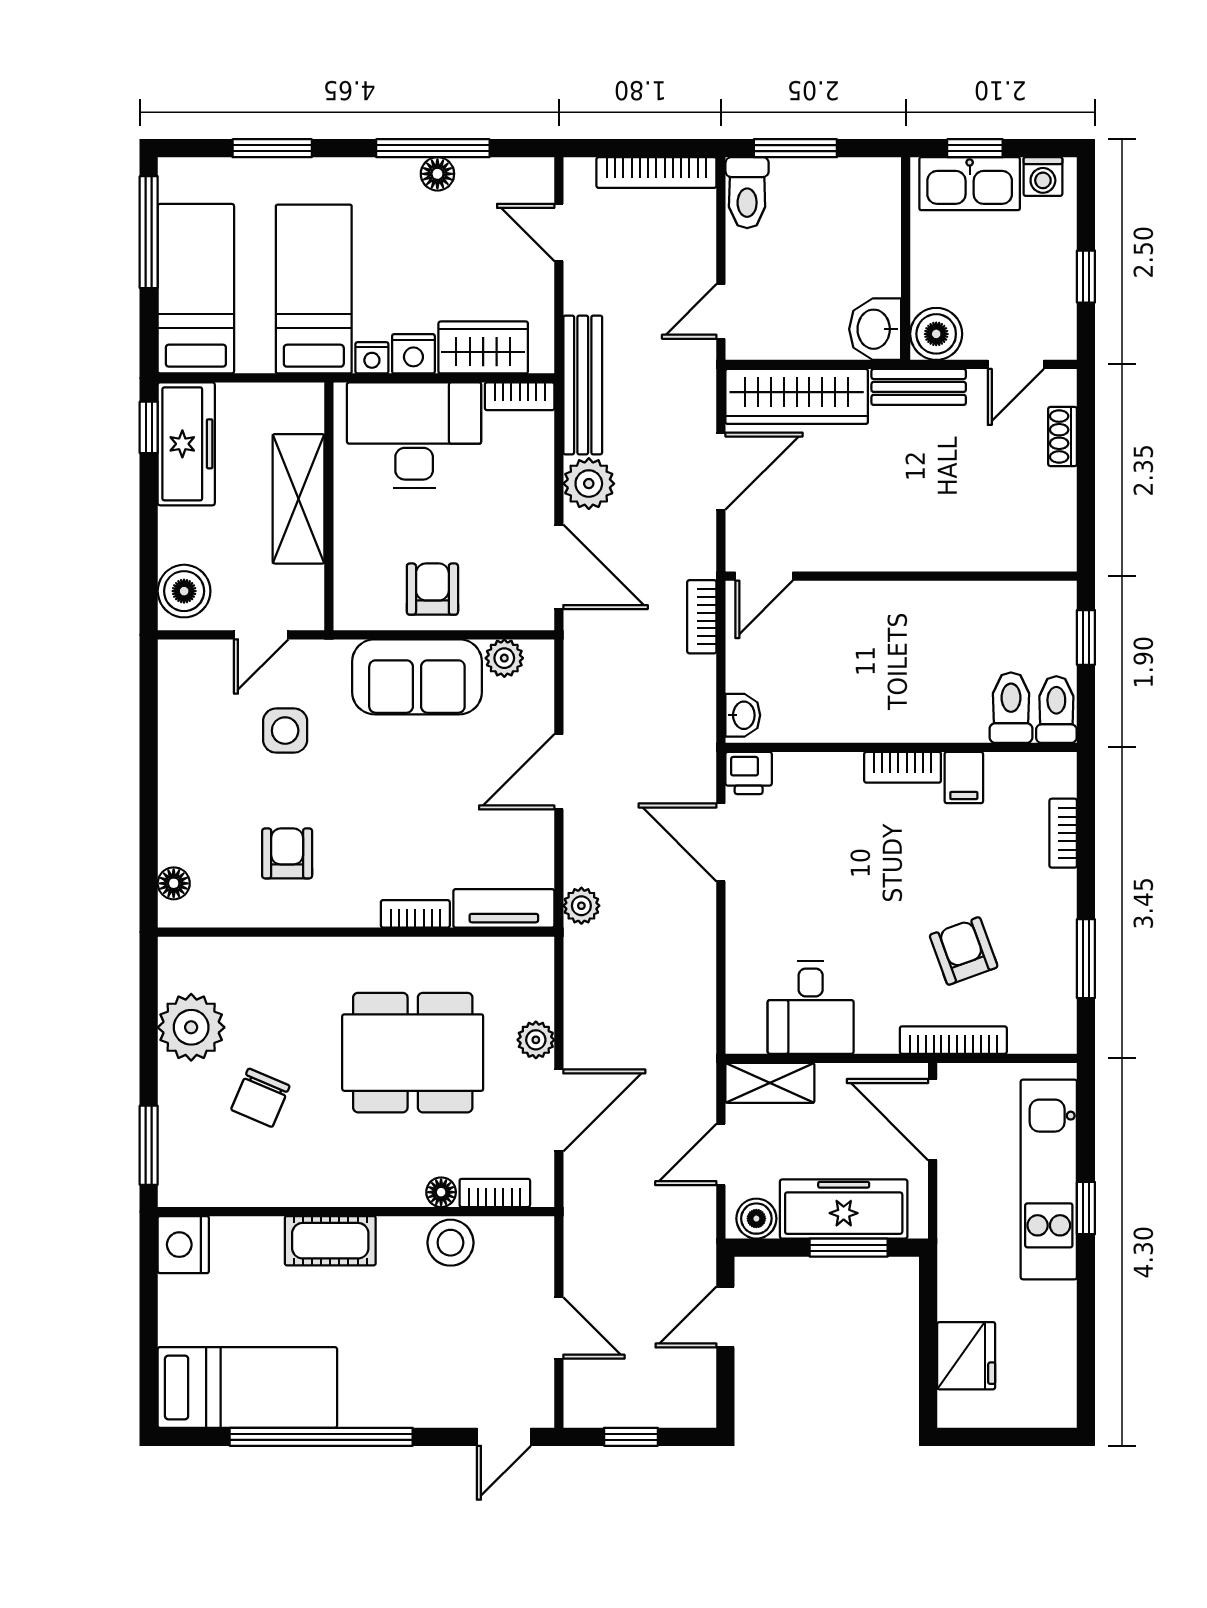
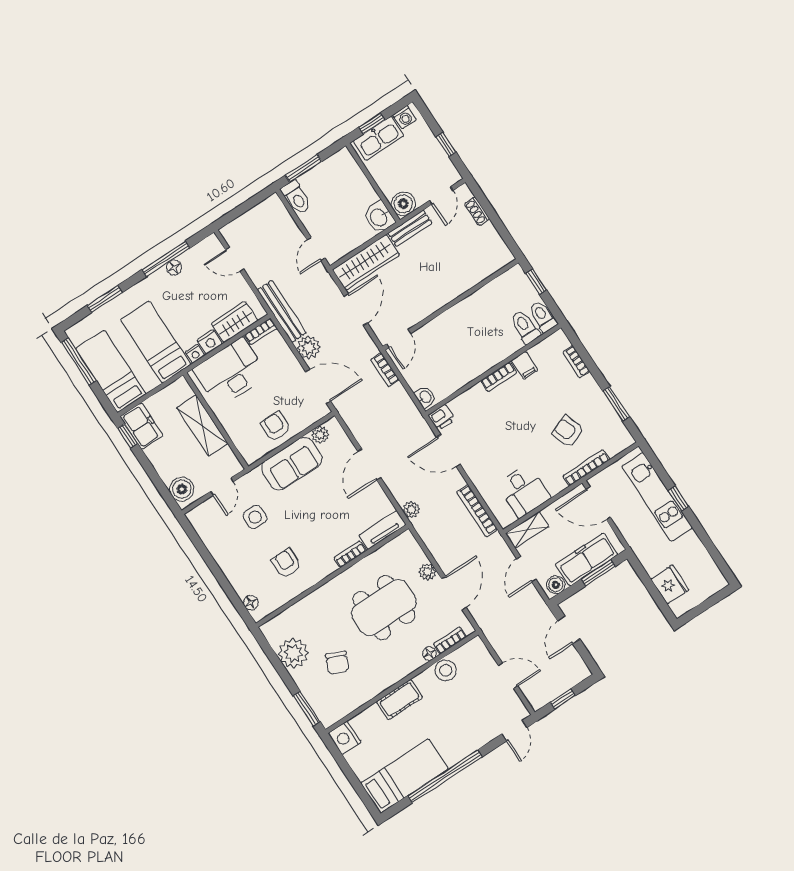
bookcase: (656, 173) -> (477, 511), moved, turned 90
freezer: (186, 444) -> (141, 426), width x0.71

